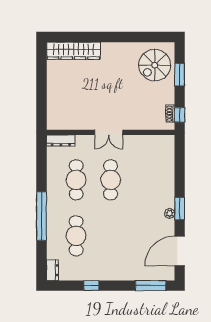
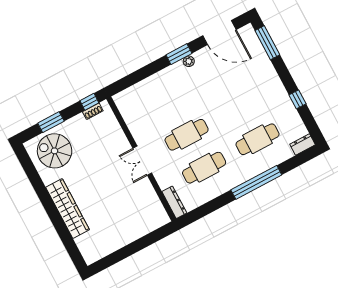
wardrobe: (73, 51) -> (68, 209), moved
spiral stairs: (155, 65) -> (55, 151), turned 180
double door: (109, 132) -> (142, 161), swing flipped

